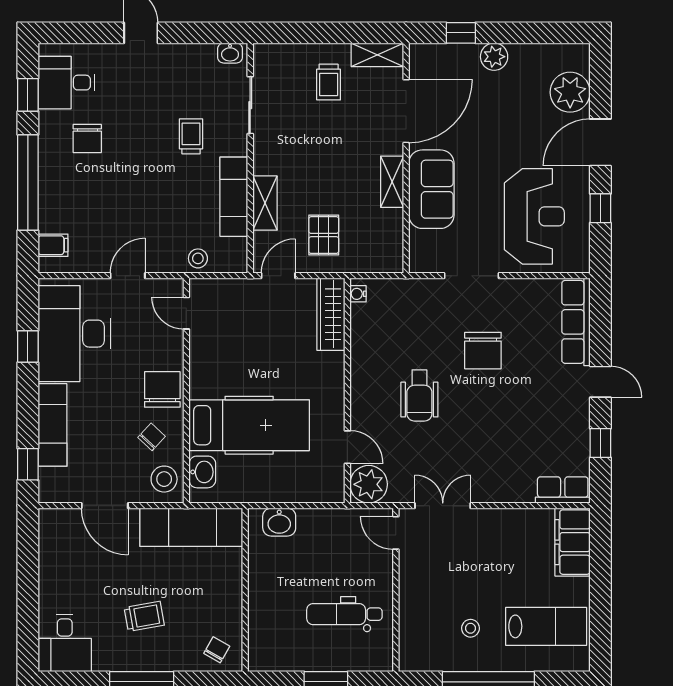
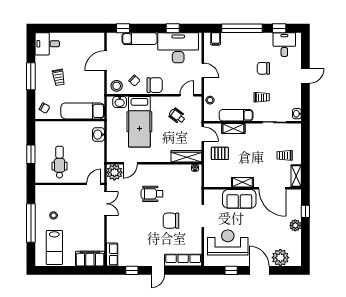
chair: (87, 139) -> (263, 68), moved
reception desk: (534, 216) -> (228, 242), turned 180
wheelchair: (235, 336) -> (177, 116), added
exam couch: (191, 527) -> (83, 111), moved, turned 90

